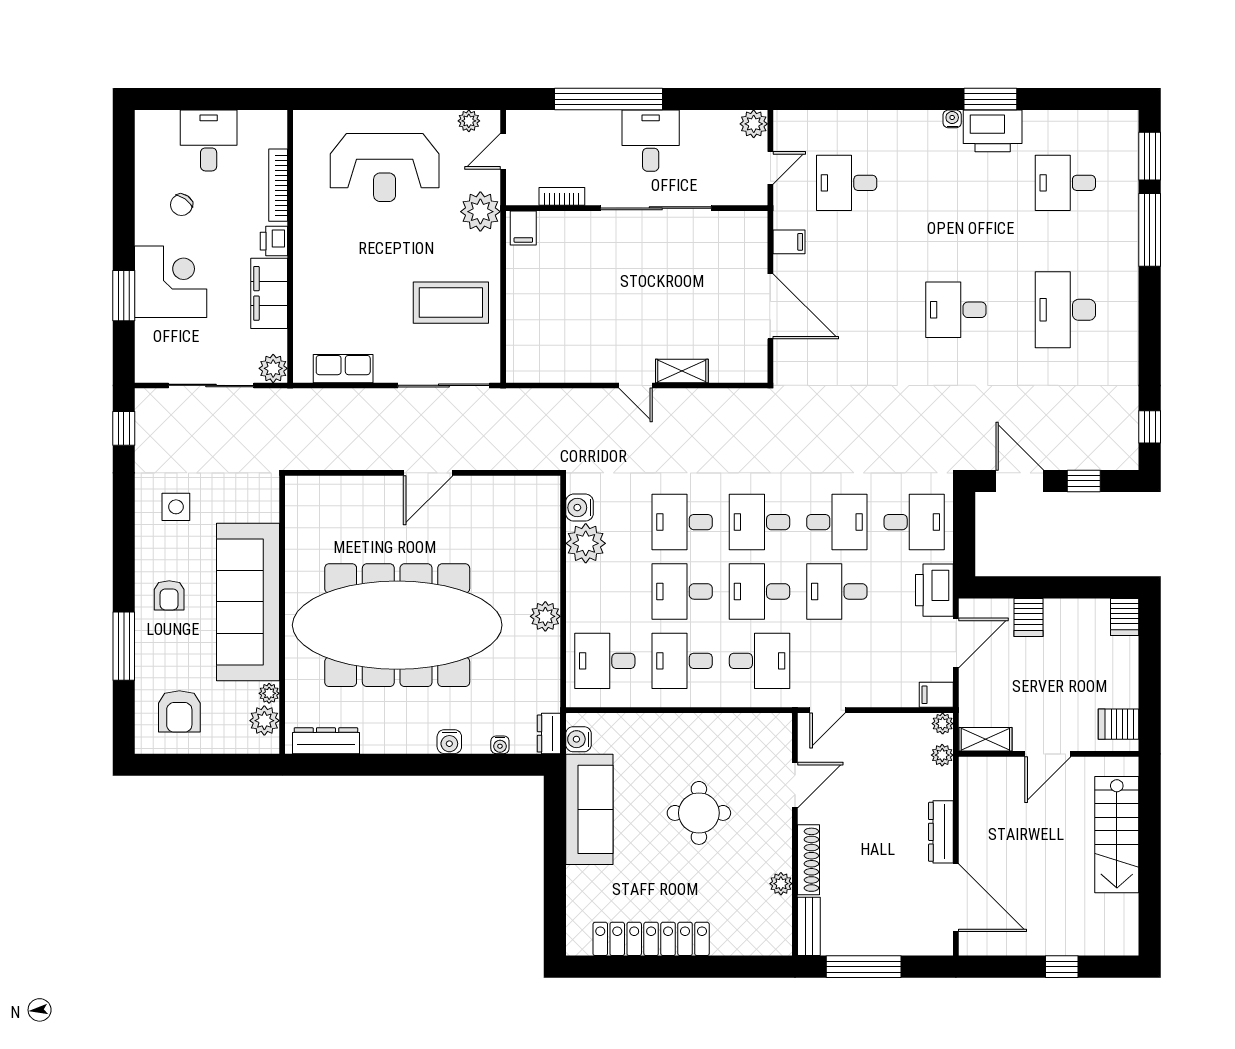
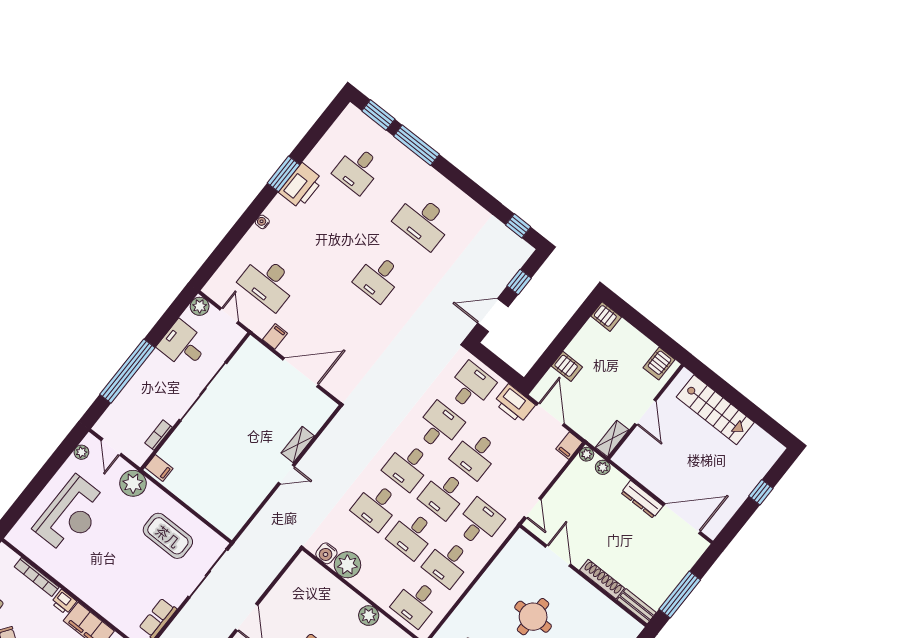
water cooler: (952, 119) -> (262, 222), moved
desk: (651, 141) -> (183, 345), moved
desk: (847, 183) -> (268, 282), width x1.37
coffee table: (451, 303) -> (168, 536), turned 90
plant: (781, 884) -> (603, 603), removed

